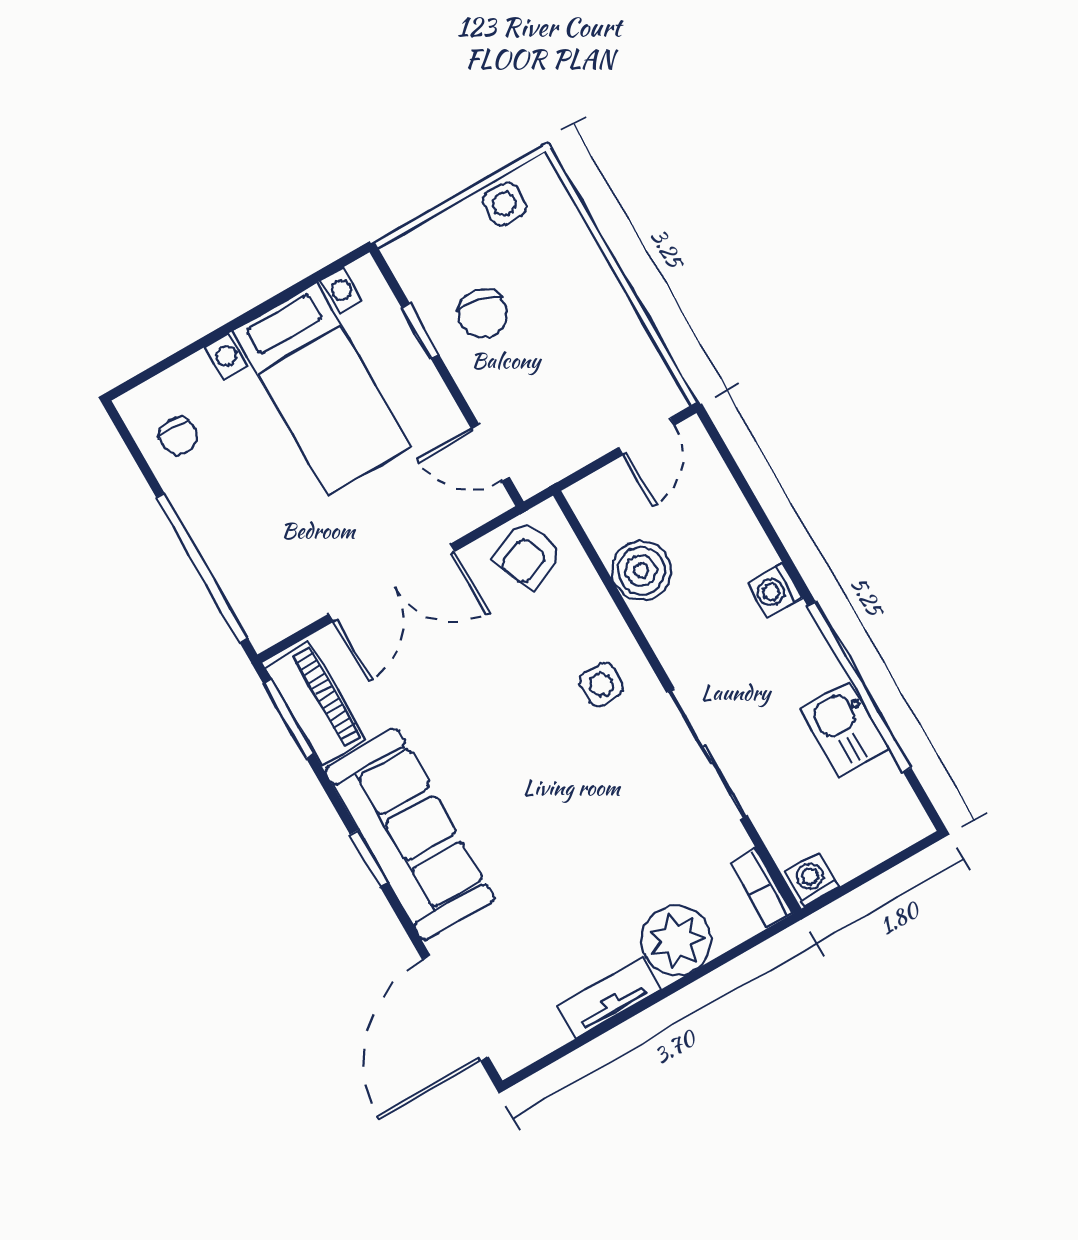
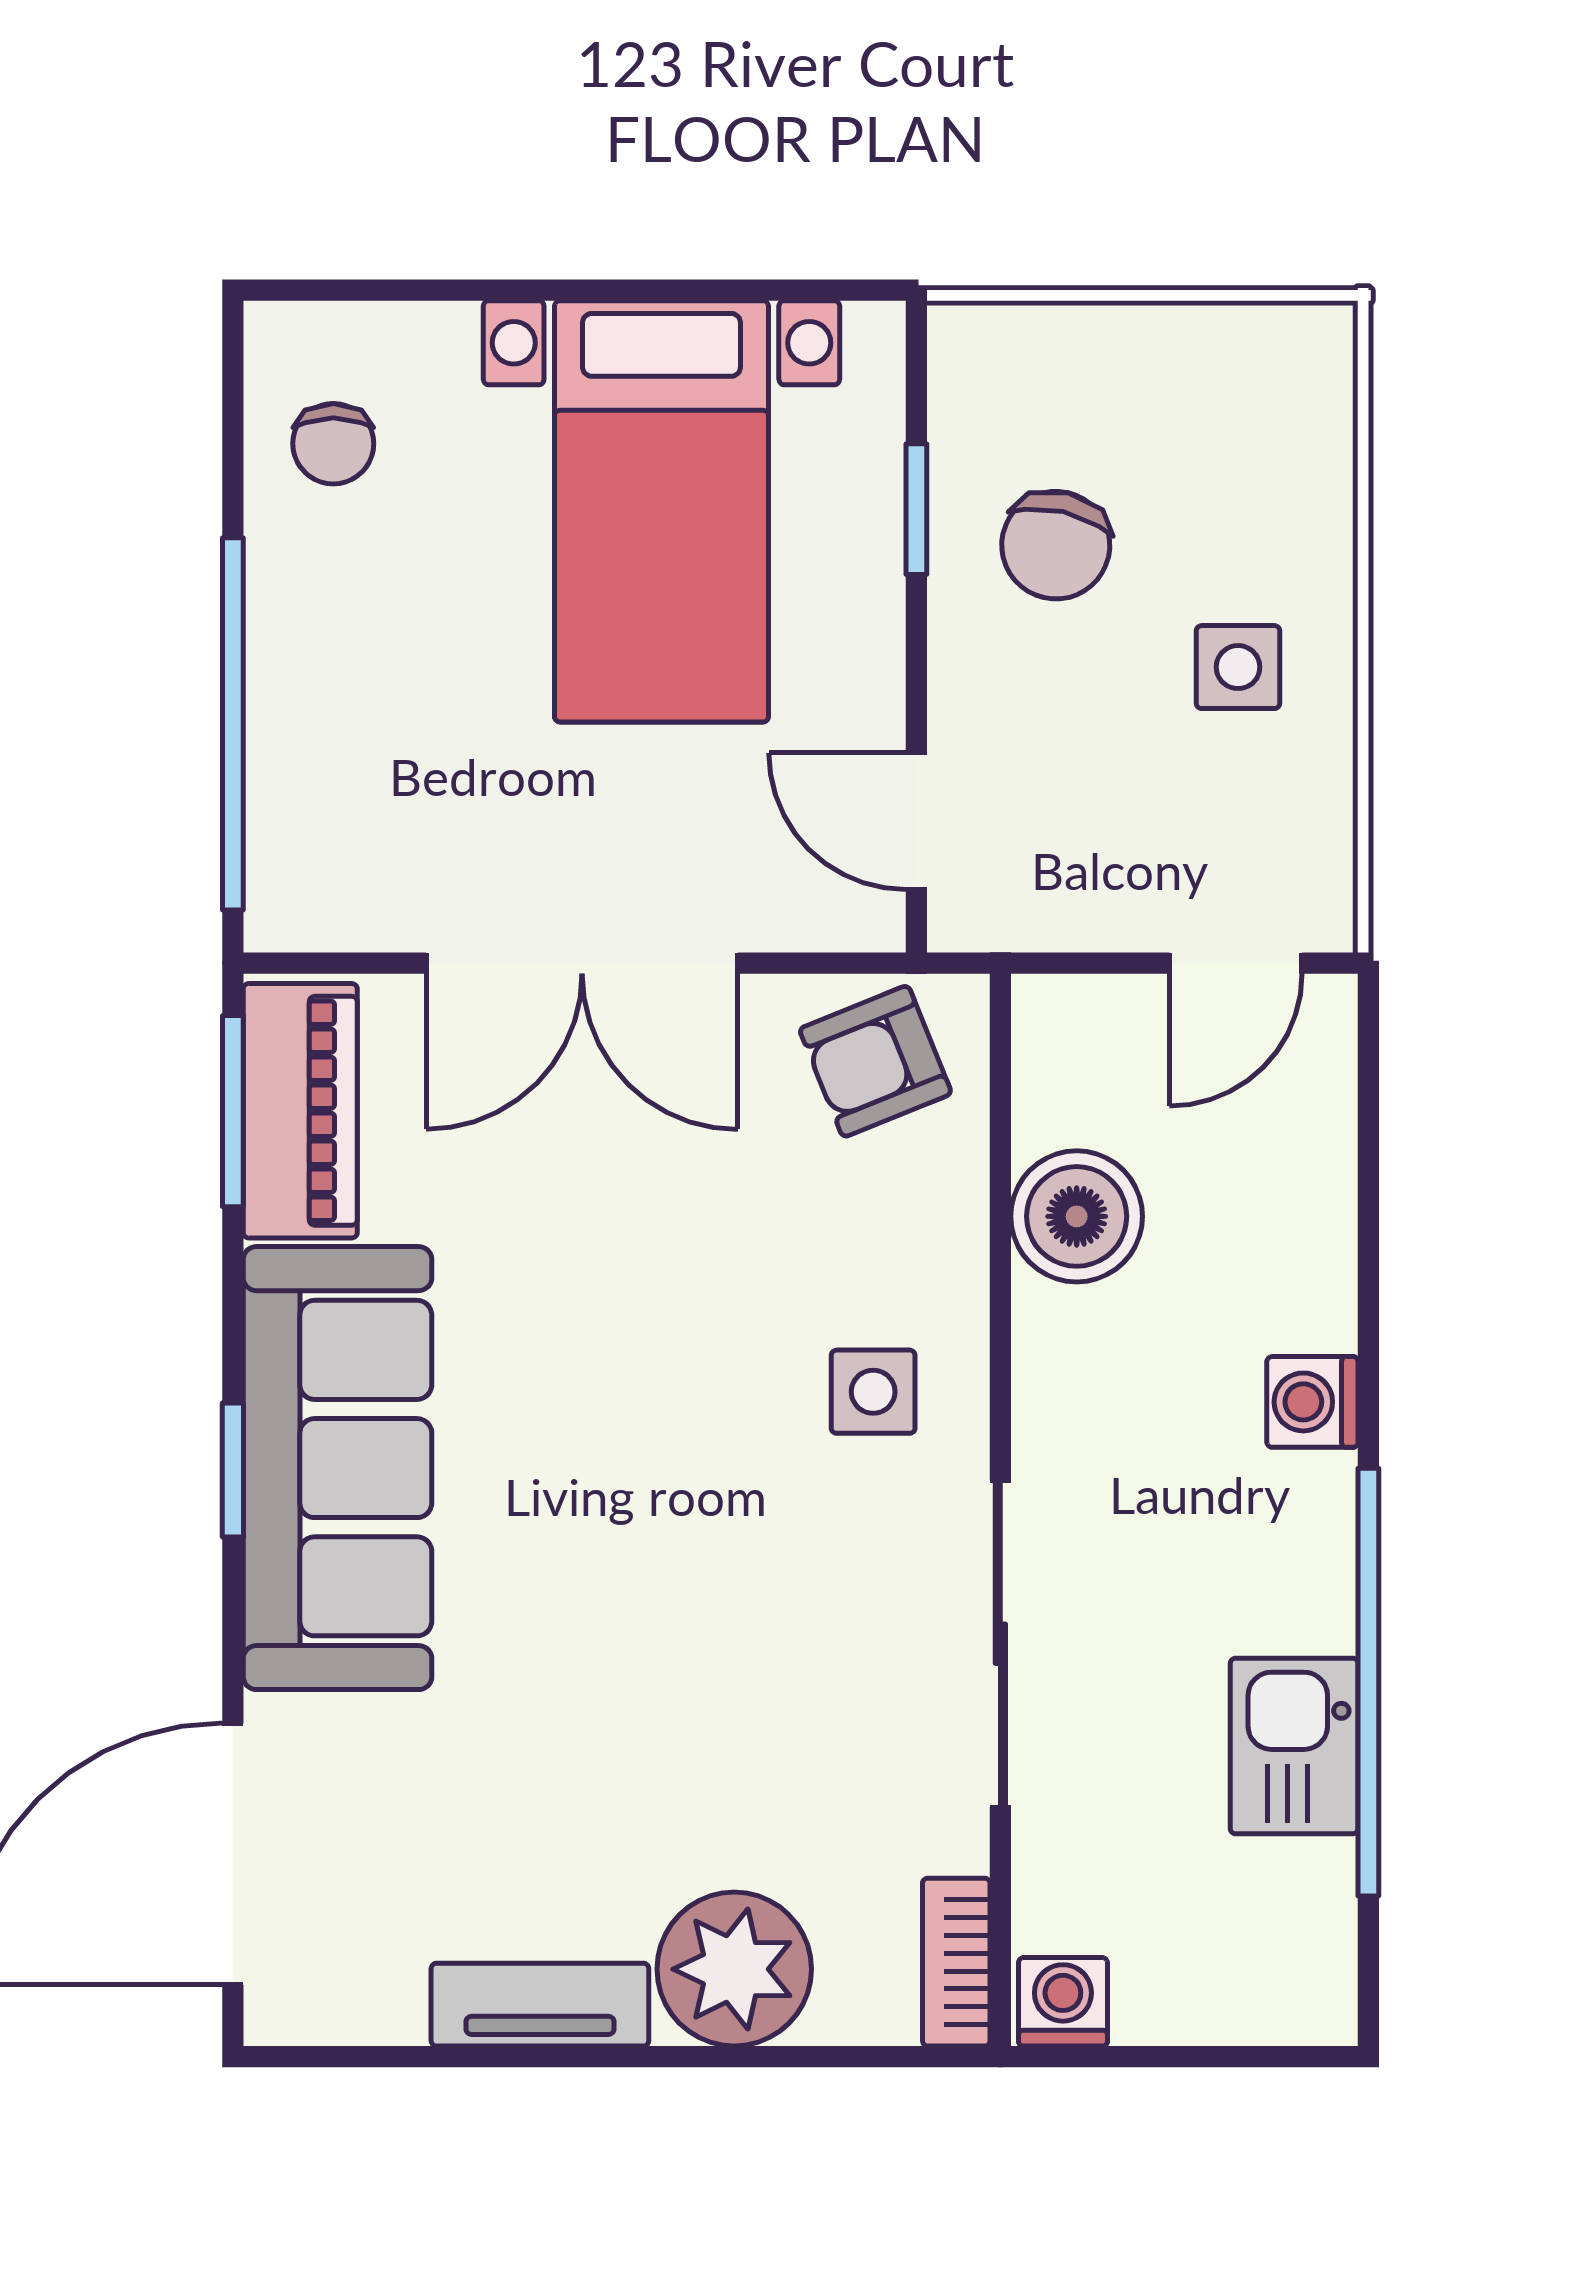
side table: (504, 204) -> (1238, 667), moved

